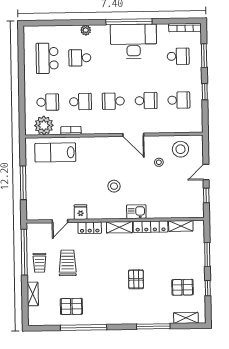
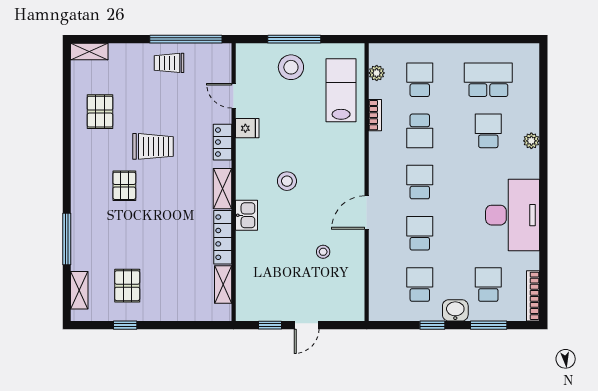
window: (129, 22) -> (543, 208), removed
school desk: (178, 56) -> (488, 285), turned 180
washbasin: (195, 77) -> (455, 310), added
school desk: (179, 100) -> (420, 285), turned 180
school desk: (146, 101) -> (420, 233), turned 180
school desk: (48, 102) -> (420, 80), turned 180
plant: (44, 125) -> (377, 73), width x0.53, depth x0.53
stool: (180, 149) -> (291, 67), moved
door: (206, 172) -> (307, 325), swing flipped
window: (207, 254) -> (178, 325), removed
trolley: (68, 263) -> (153, 146), moved
pallet: (136, 279) -> (124, 186), moved, turned 90
shelving: (33, 294) -> (89, 51), moved
window: (84, 327) -> (67, 130), removed

